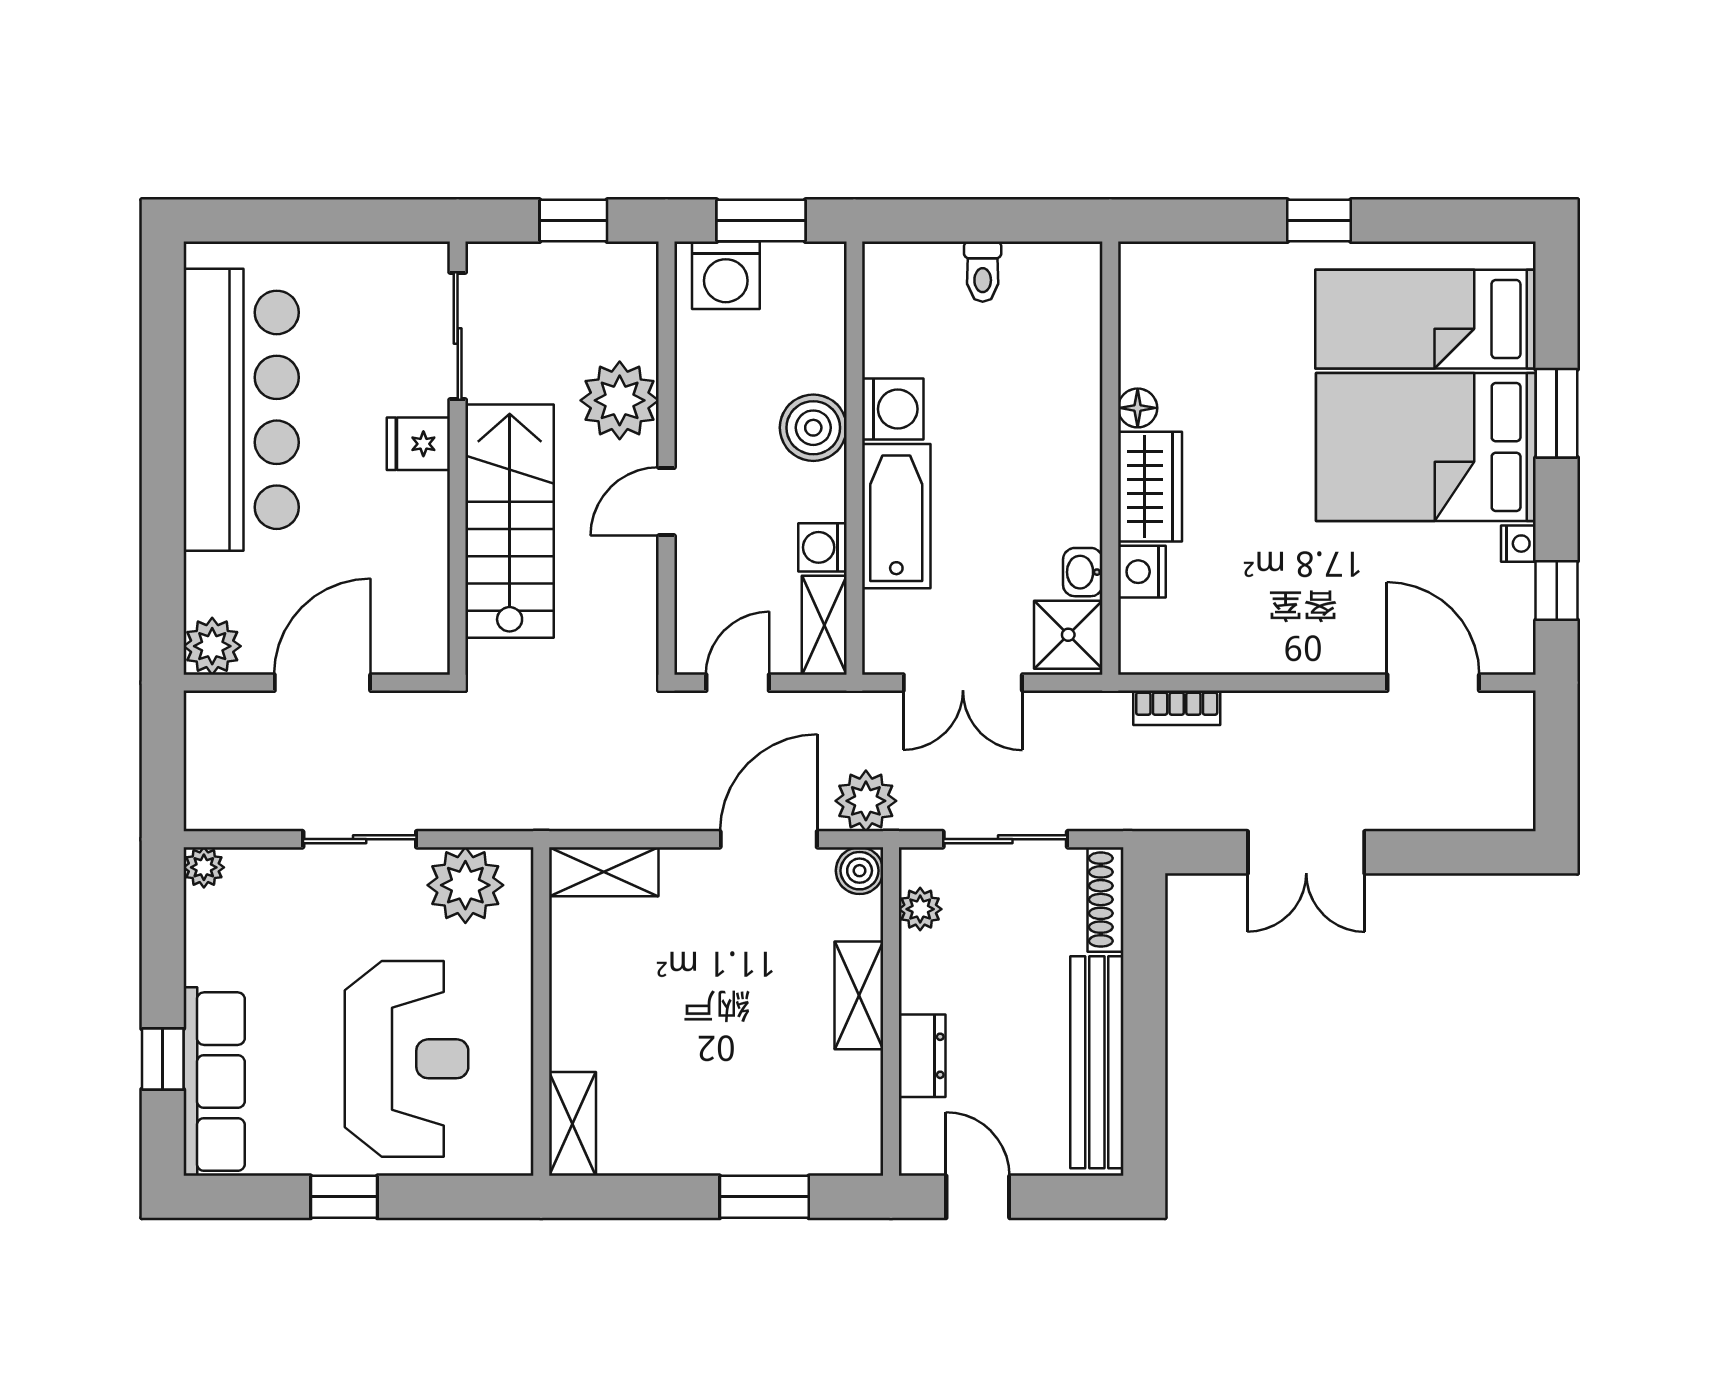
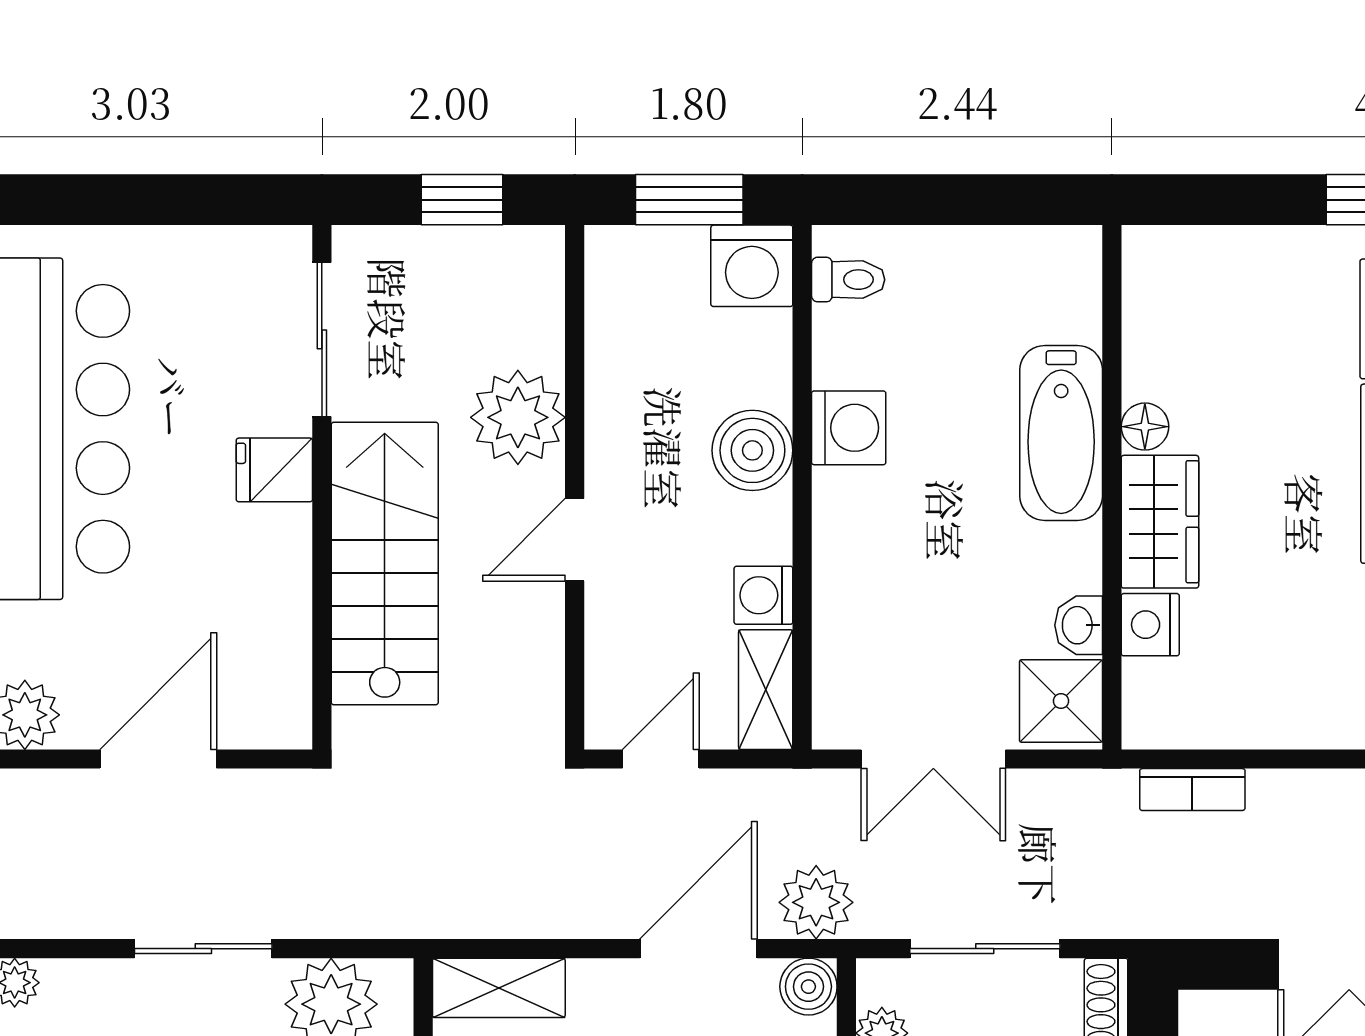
toilet: (983, 272) -> (848, 280), moved, turned -90
washing machine: (726, 275) -> (752, 266), moved
bathtub: (896, 516) -> (1061, 433), moved, turned 180

